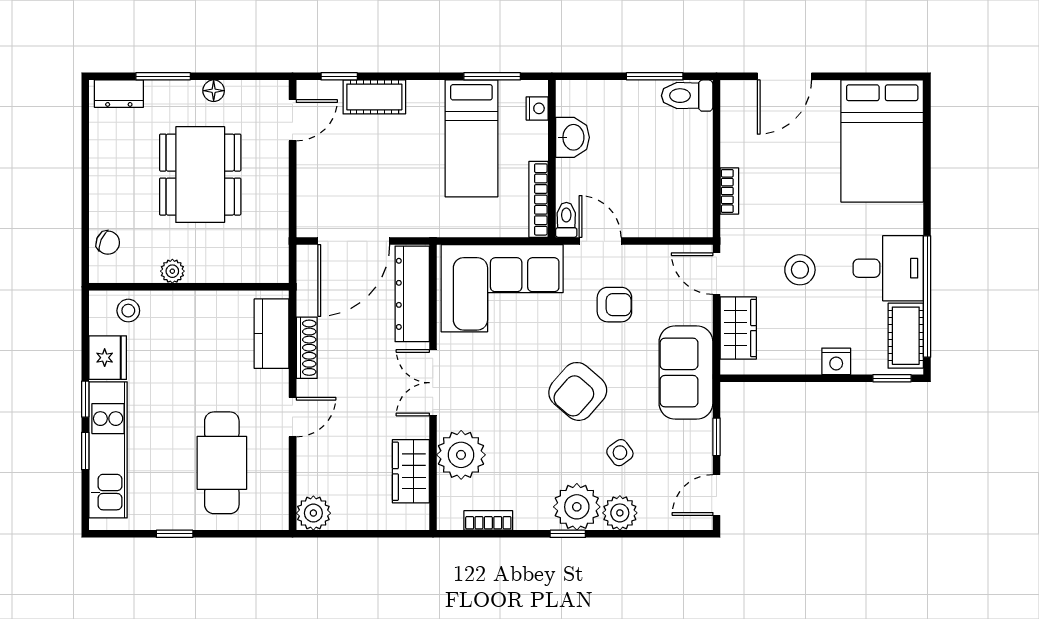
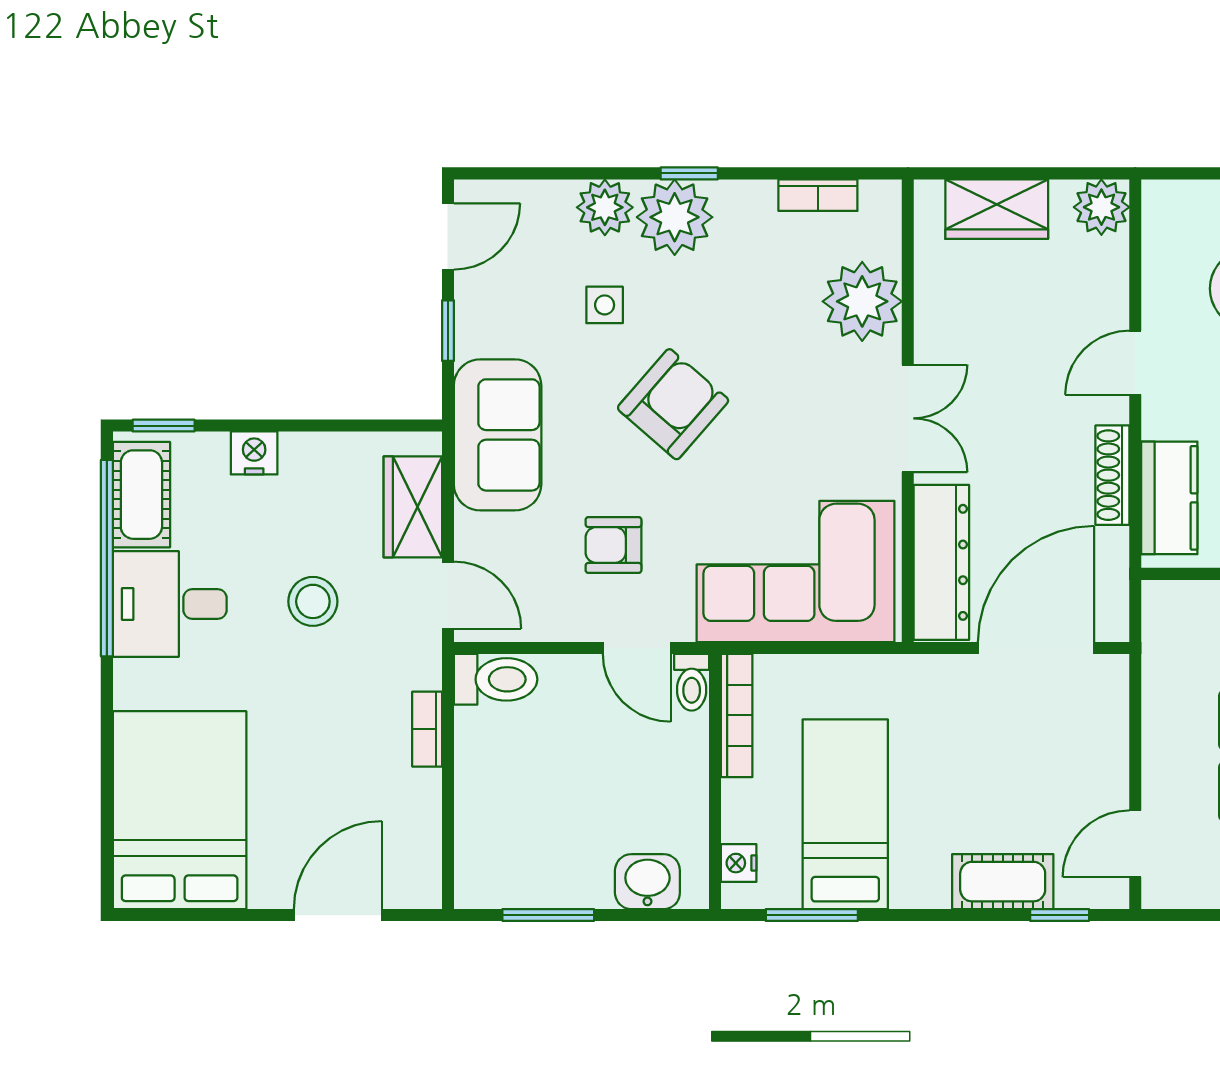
toilet: (687, 96) -> (496, 679), moved
washbasin: (572, 137) -> (647, 882), moved, turned 90
side table: (620, 453) -> (605, 305), turned 36
wardrobe: (411, 471) -> (997, 209), moved, turned 90

